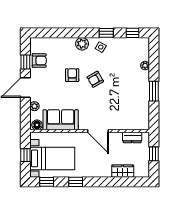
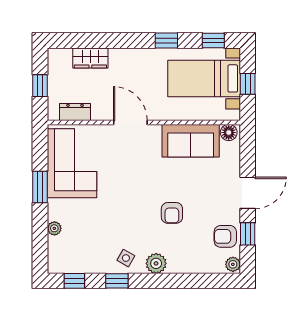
armchair: (95, 79) -> (135, 206), removed
plant: (34, 106) -> (233, 264), moved
corner sofa: (134, 106) -> (72, 163), added

